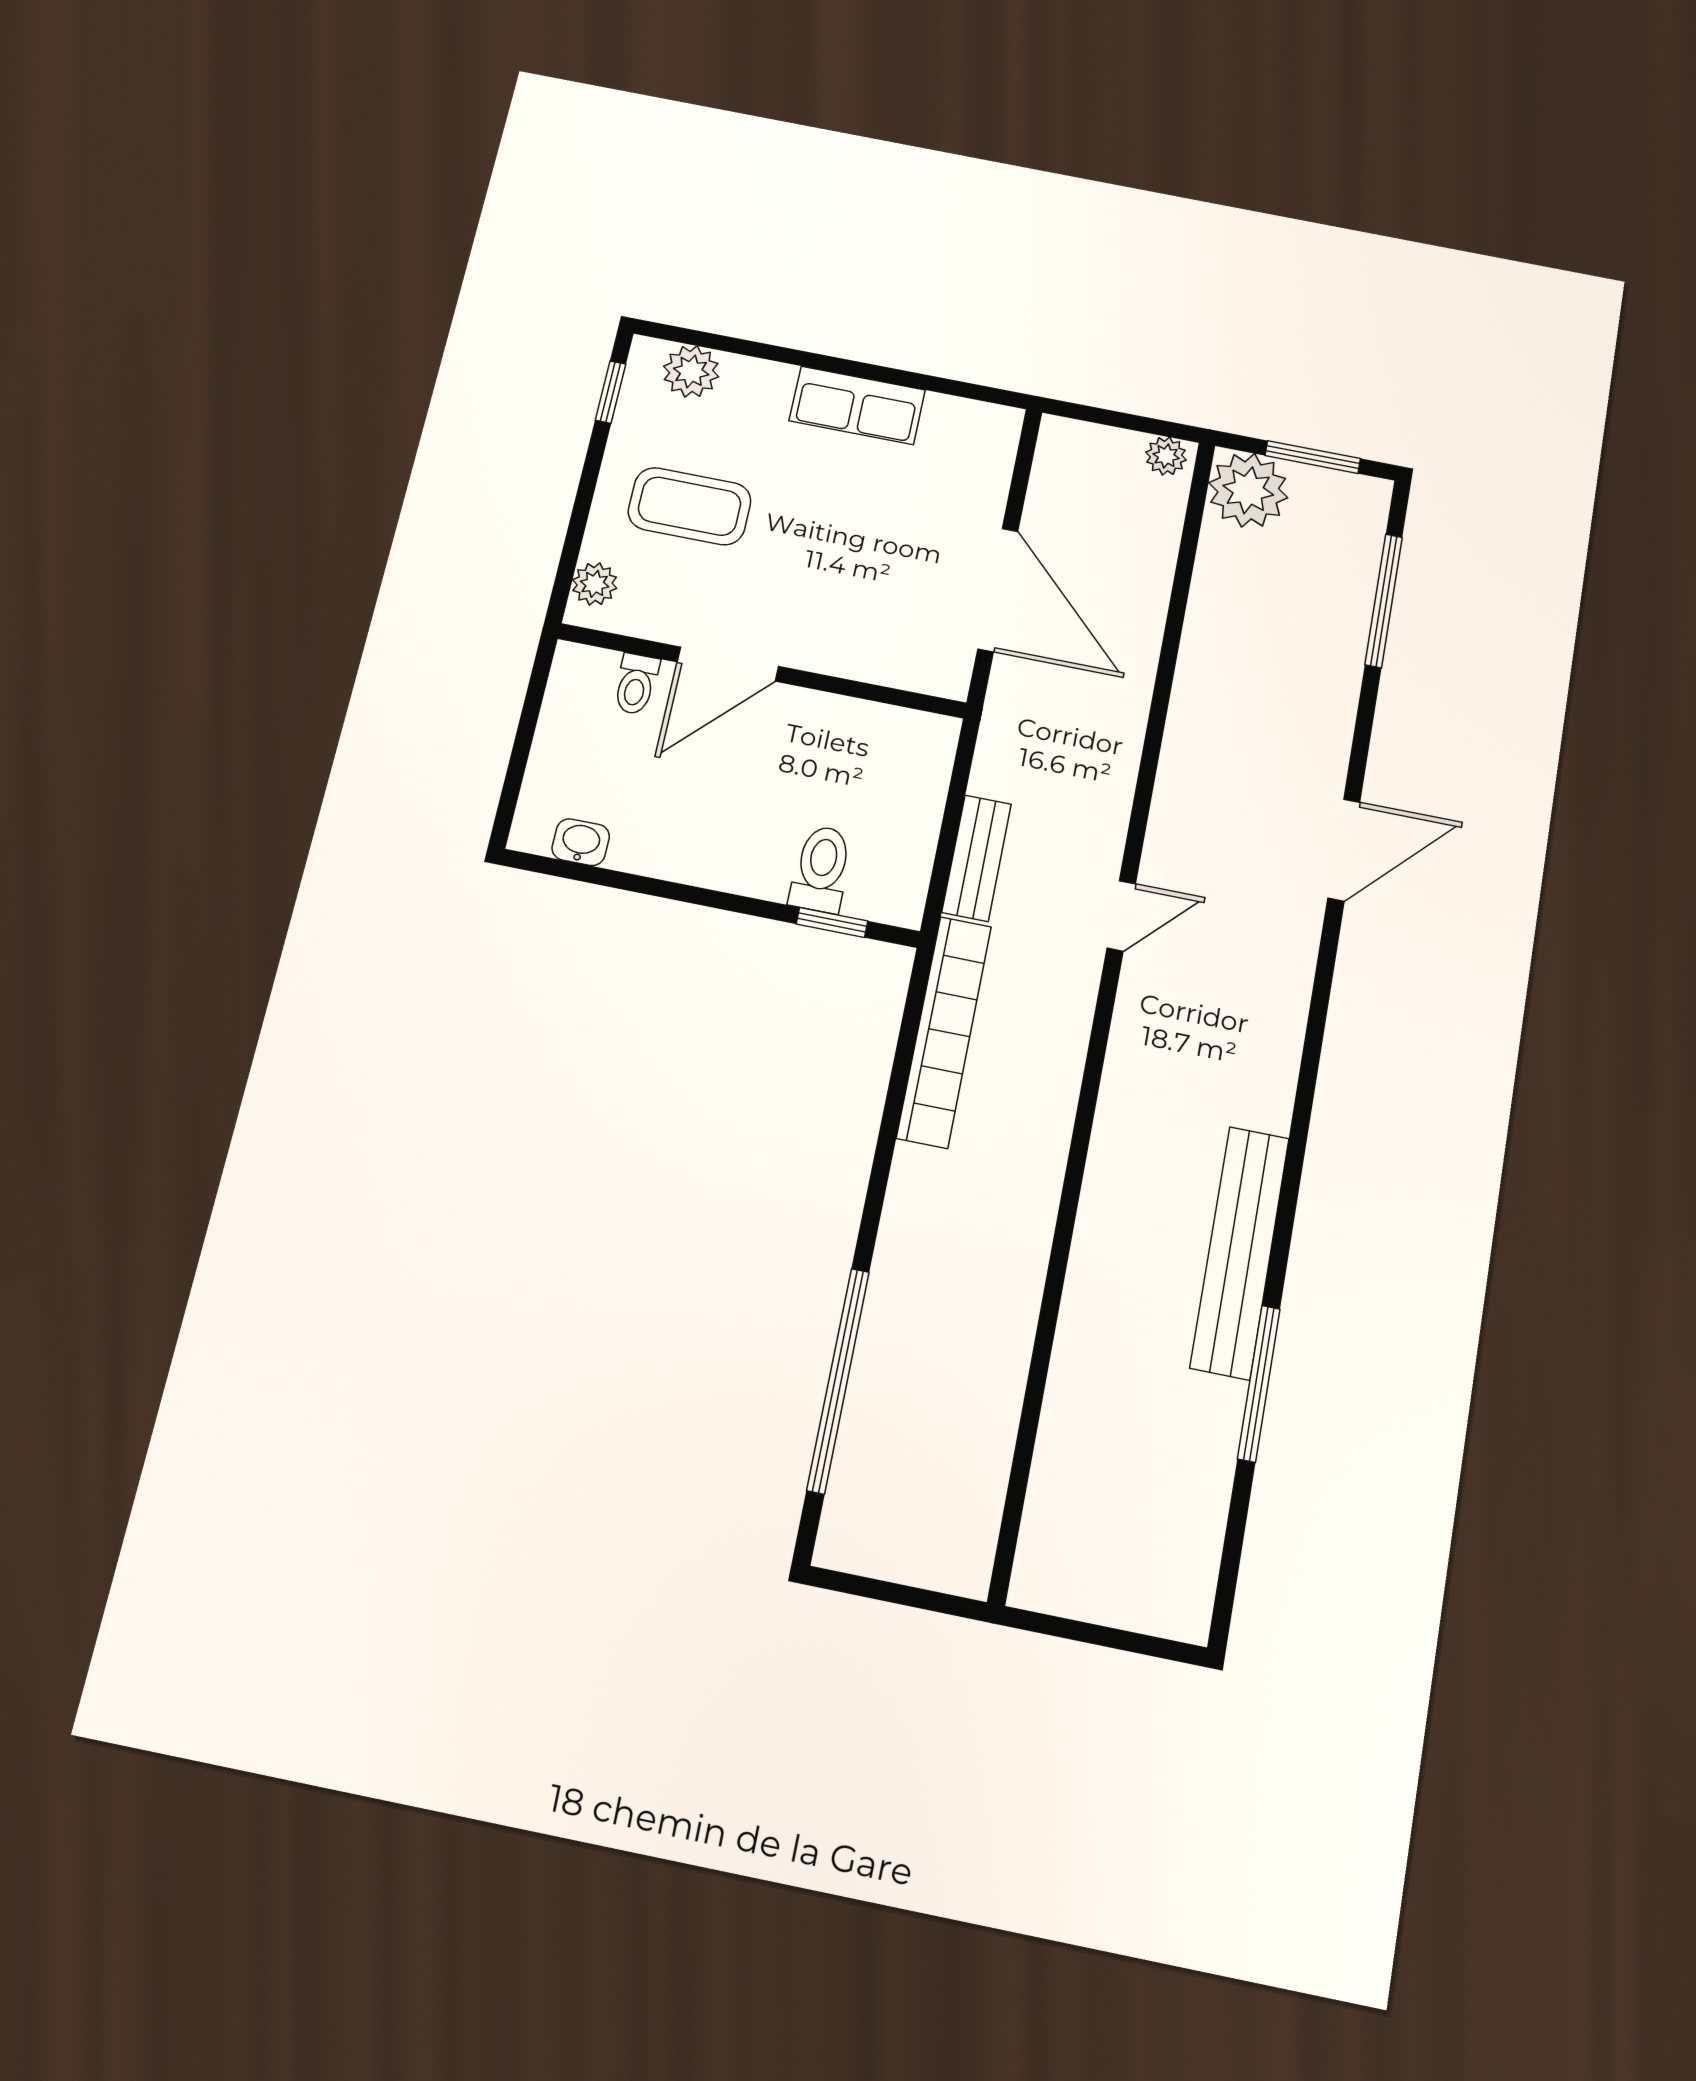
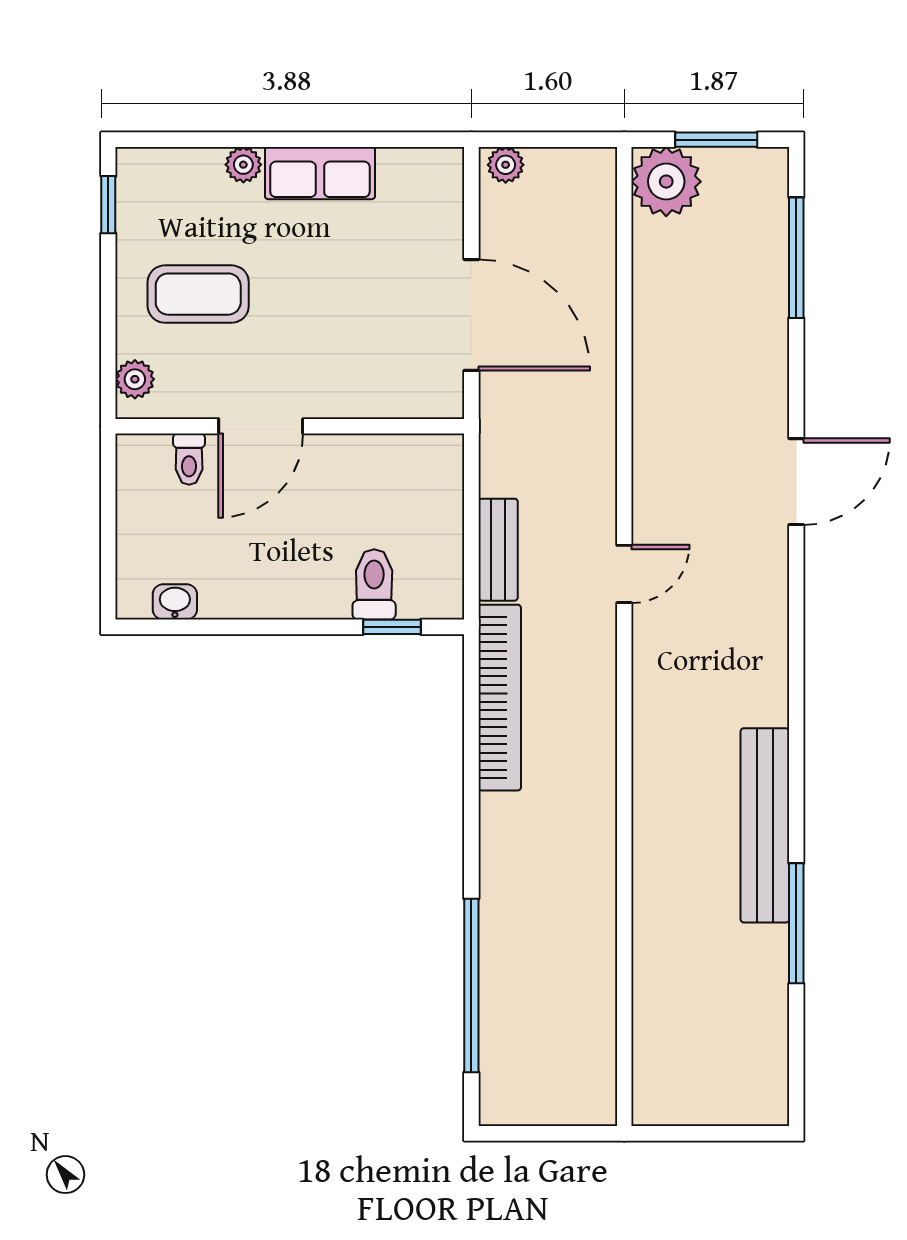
plant: (691, 371) -> (243, 165), moved, width x0.73, depth x0.73
plant: (1166, 456) -> (506, 165), moved

